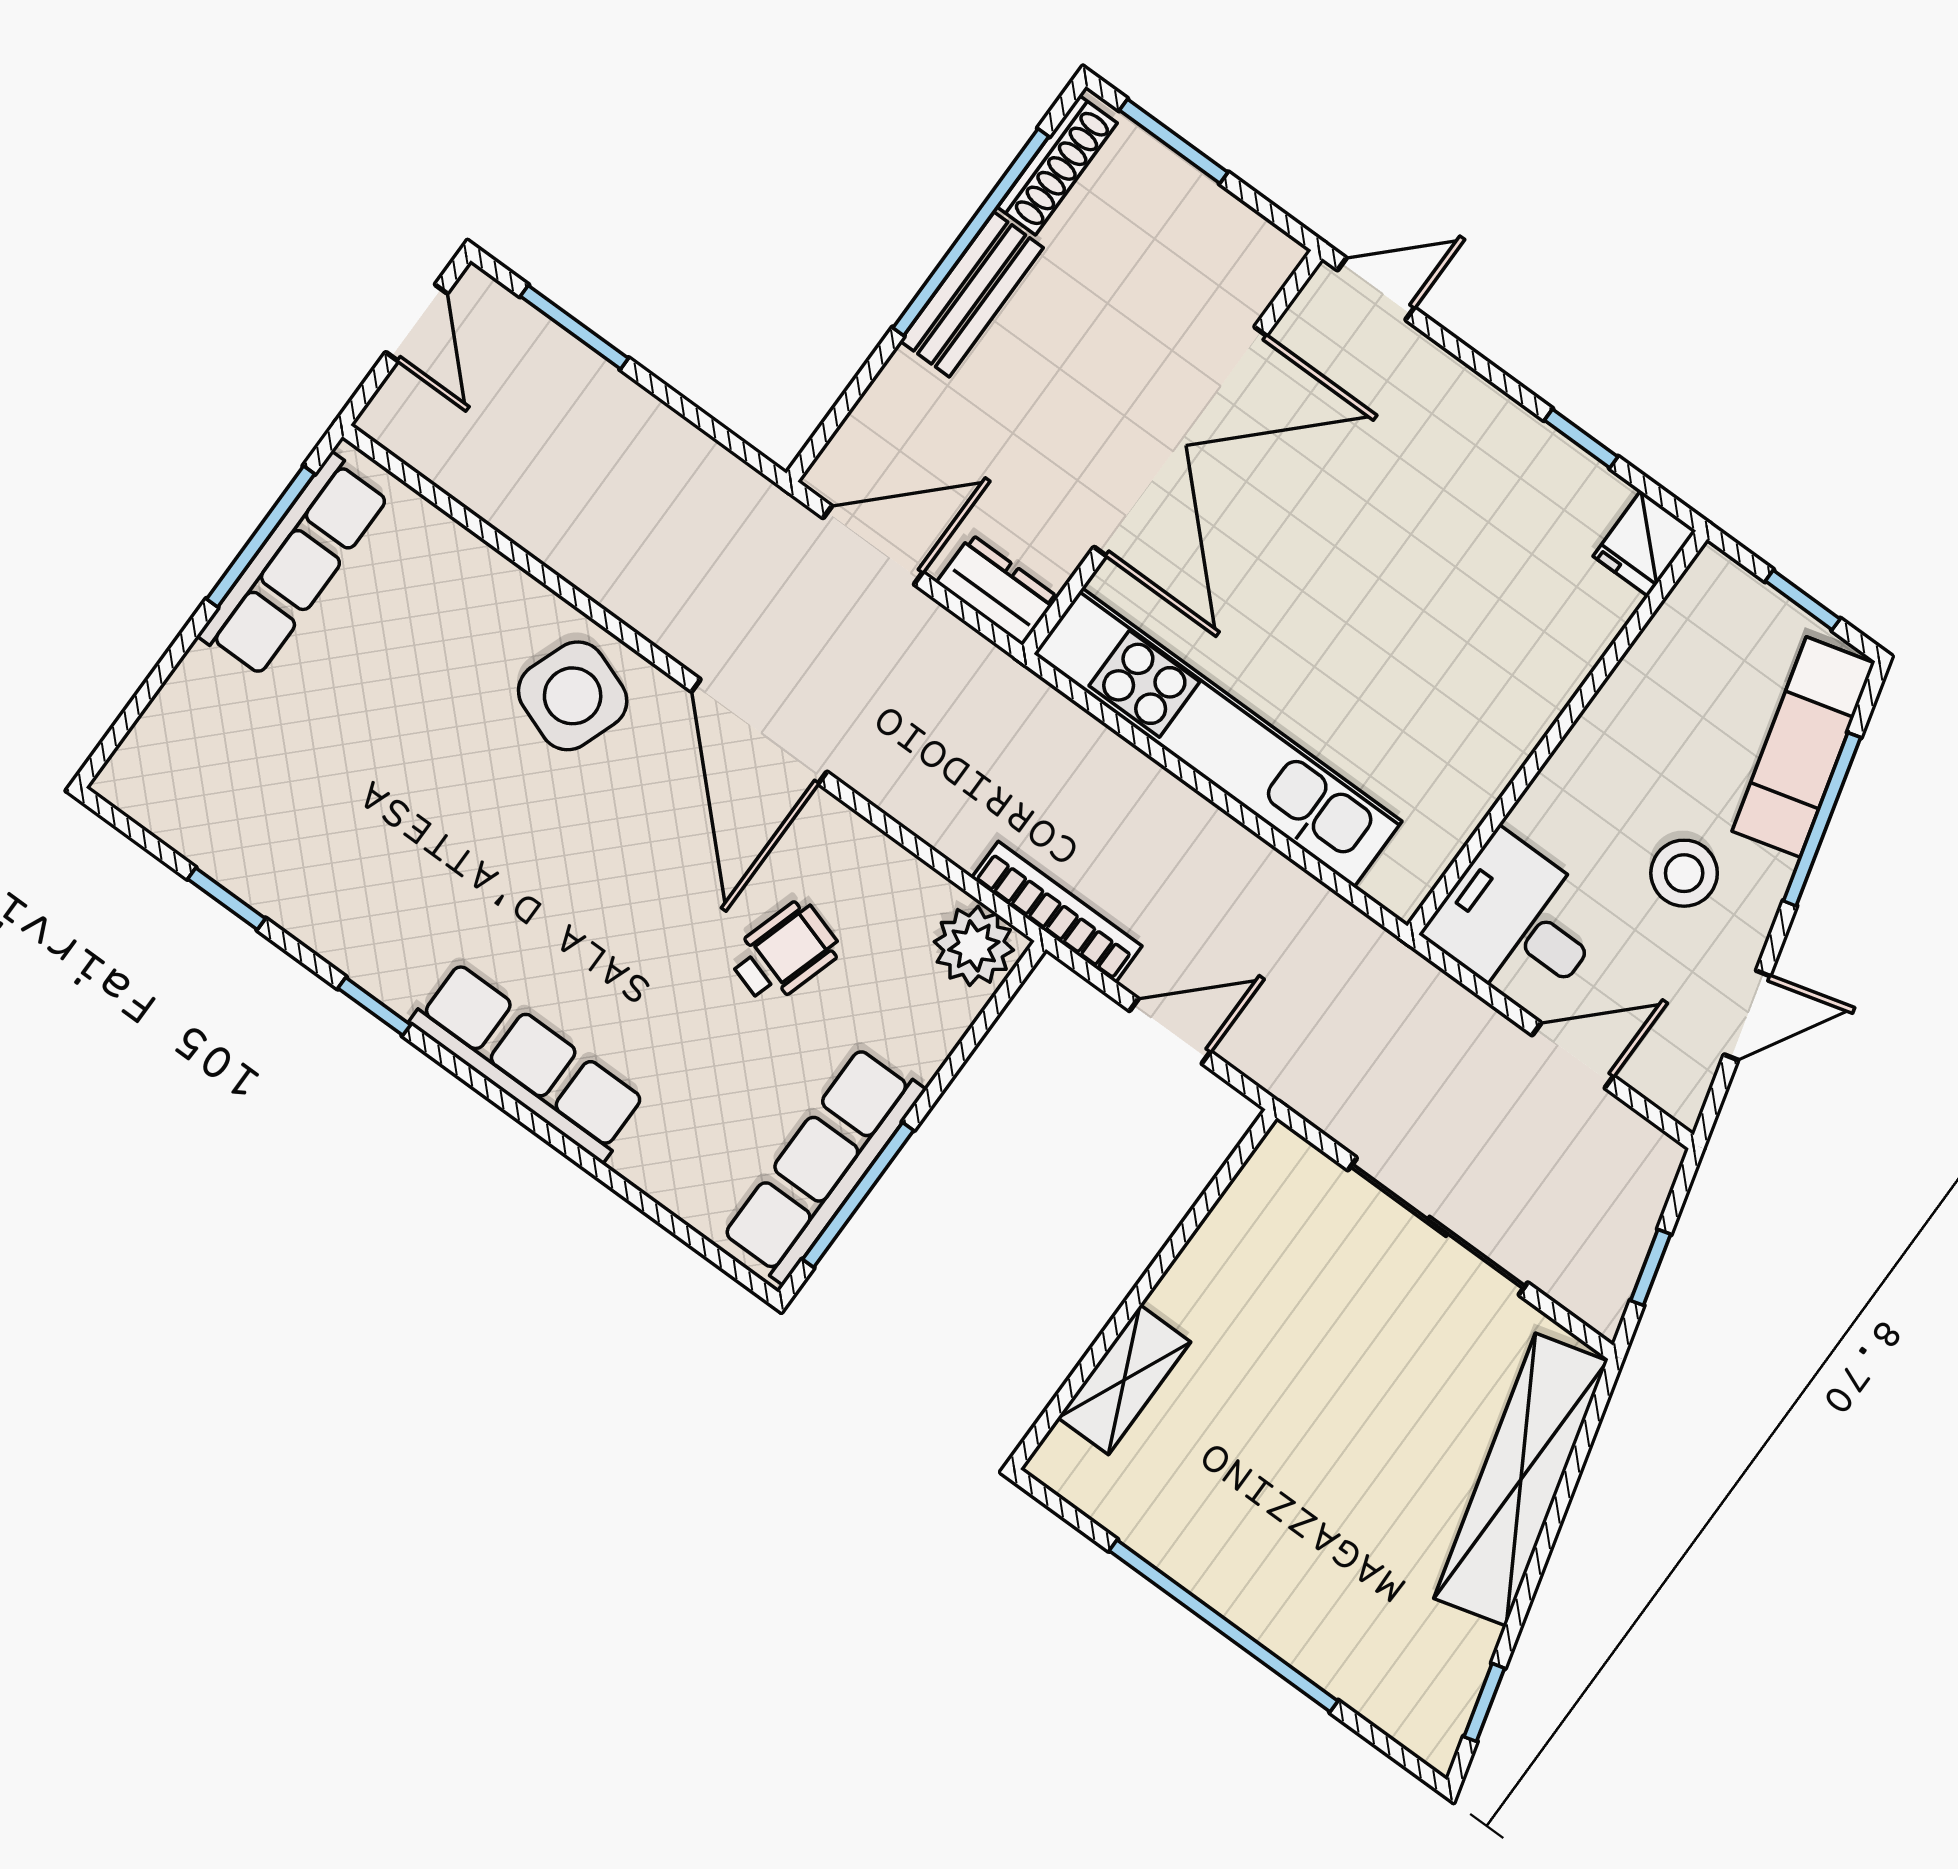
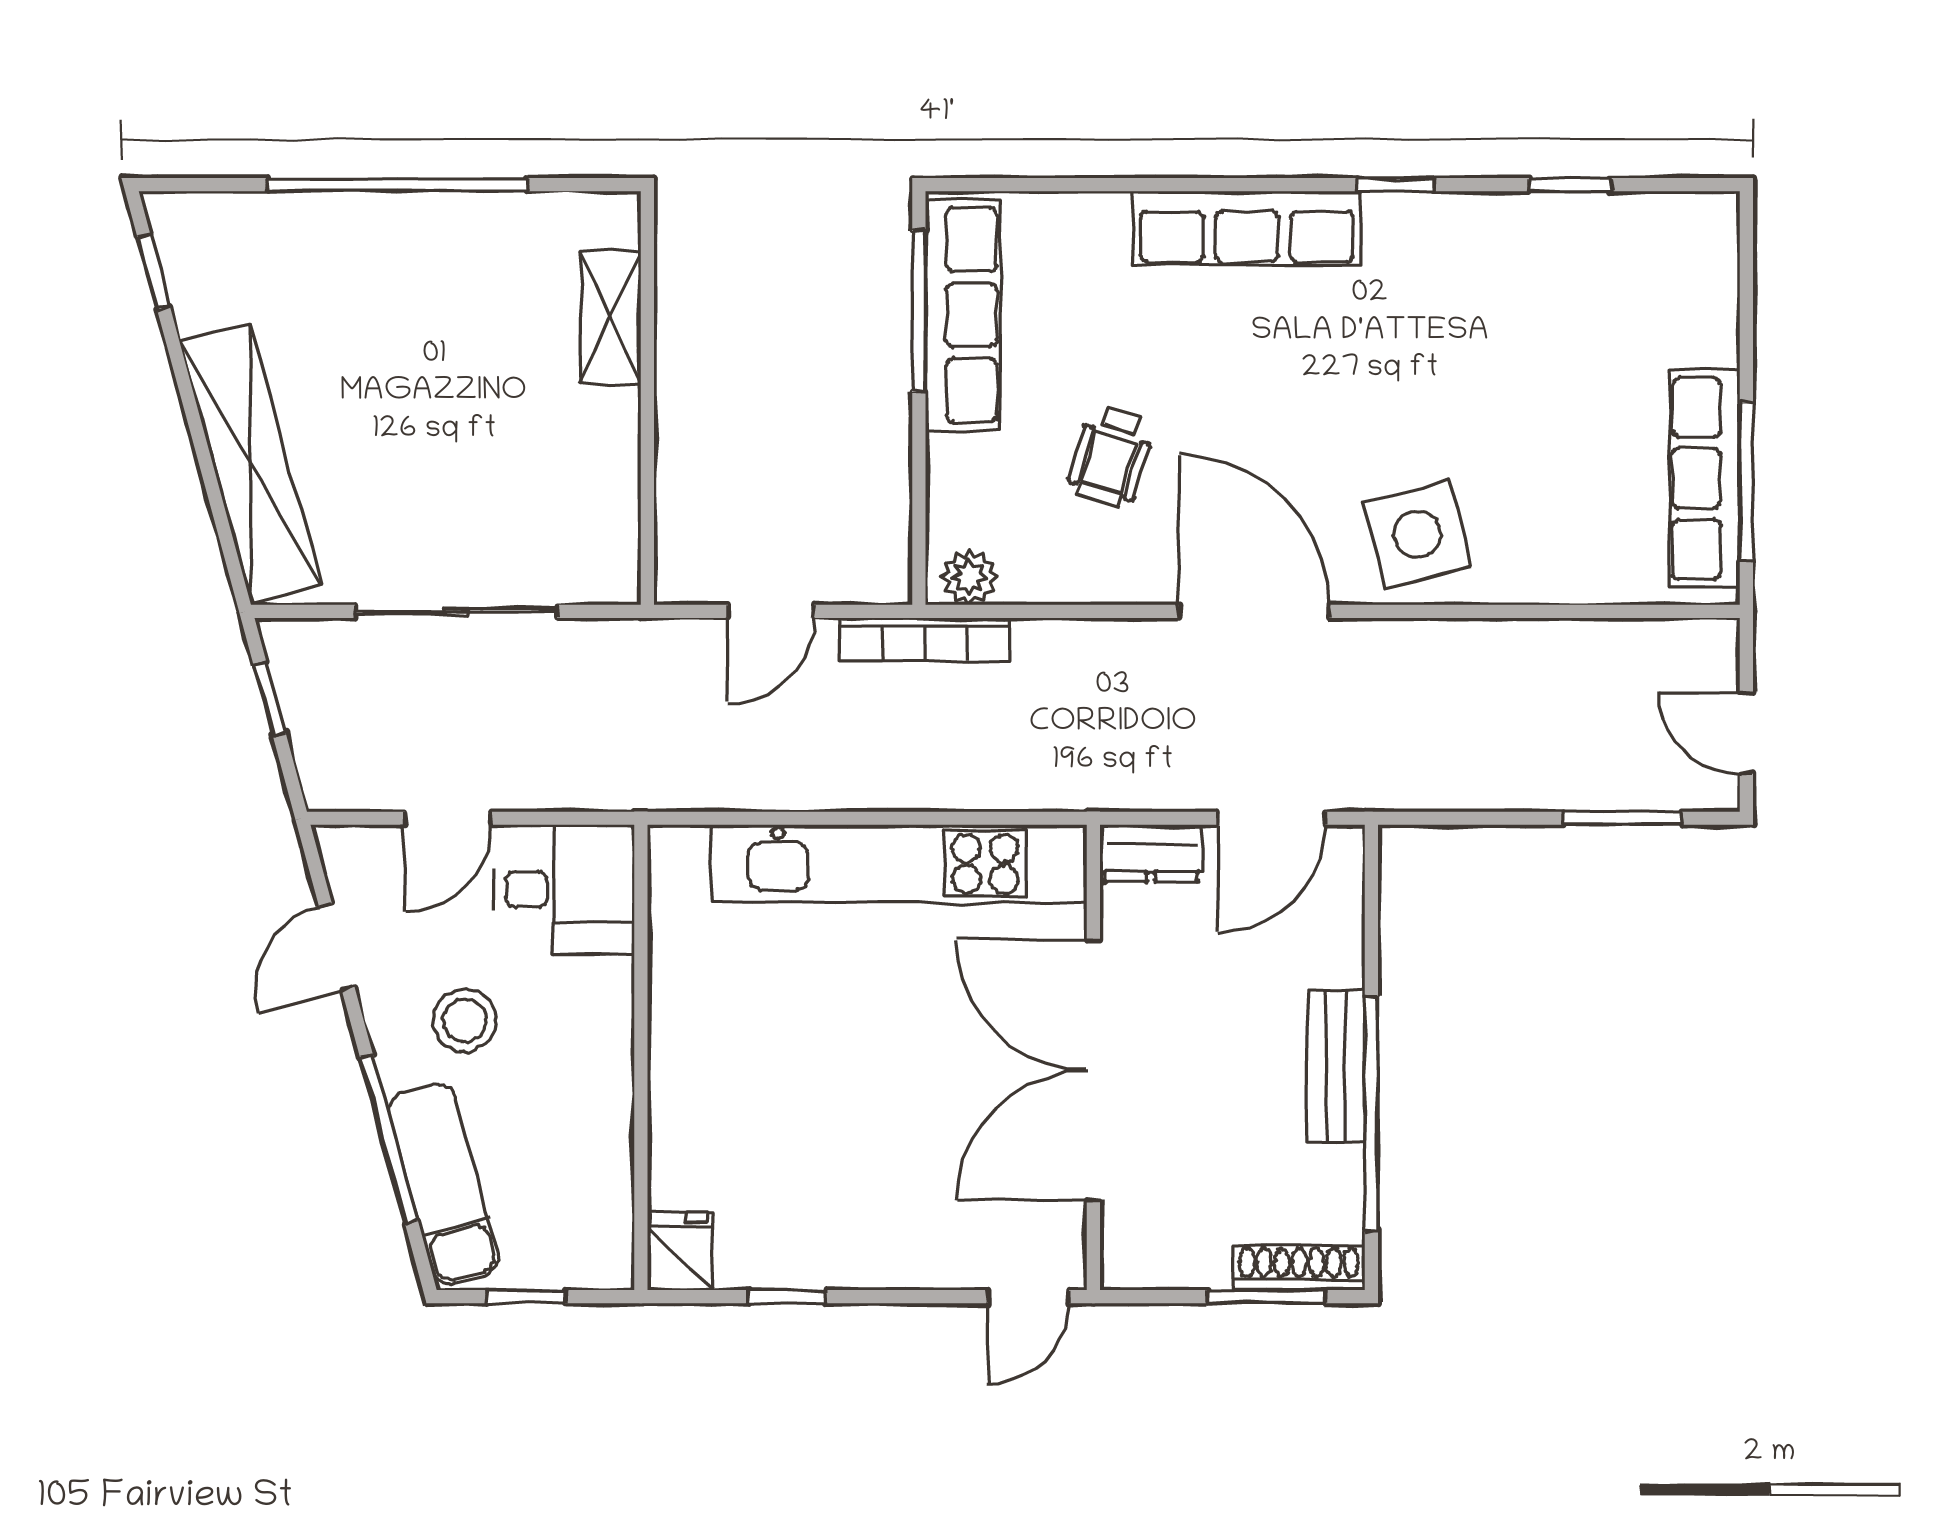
shoe rack: (1057, 165) -> (1299, 1268), moved, turned 90
side table: (573, 696) -> (1418, 534), turned -34
plant: (974, 946) -> (969, 577), width x0.73, depth x0.73

